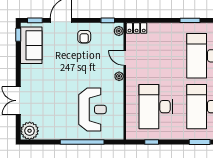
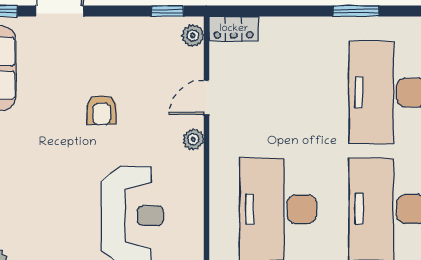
armchair: (84, 37) -> (102, 110), moved
door: (125, 58) -> (206, 97), hinge flipped

